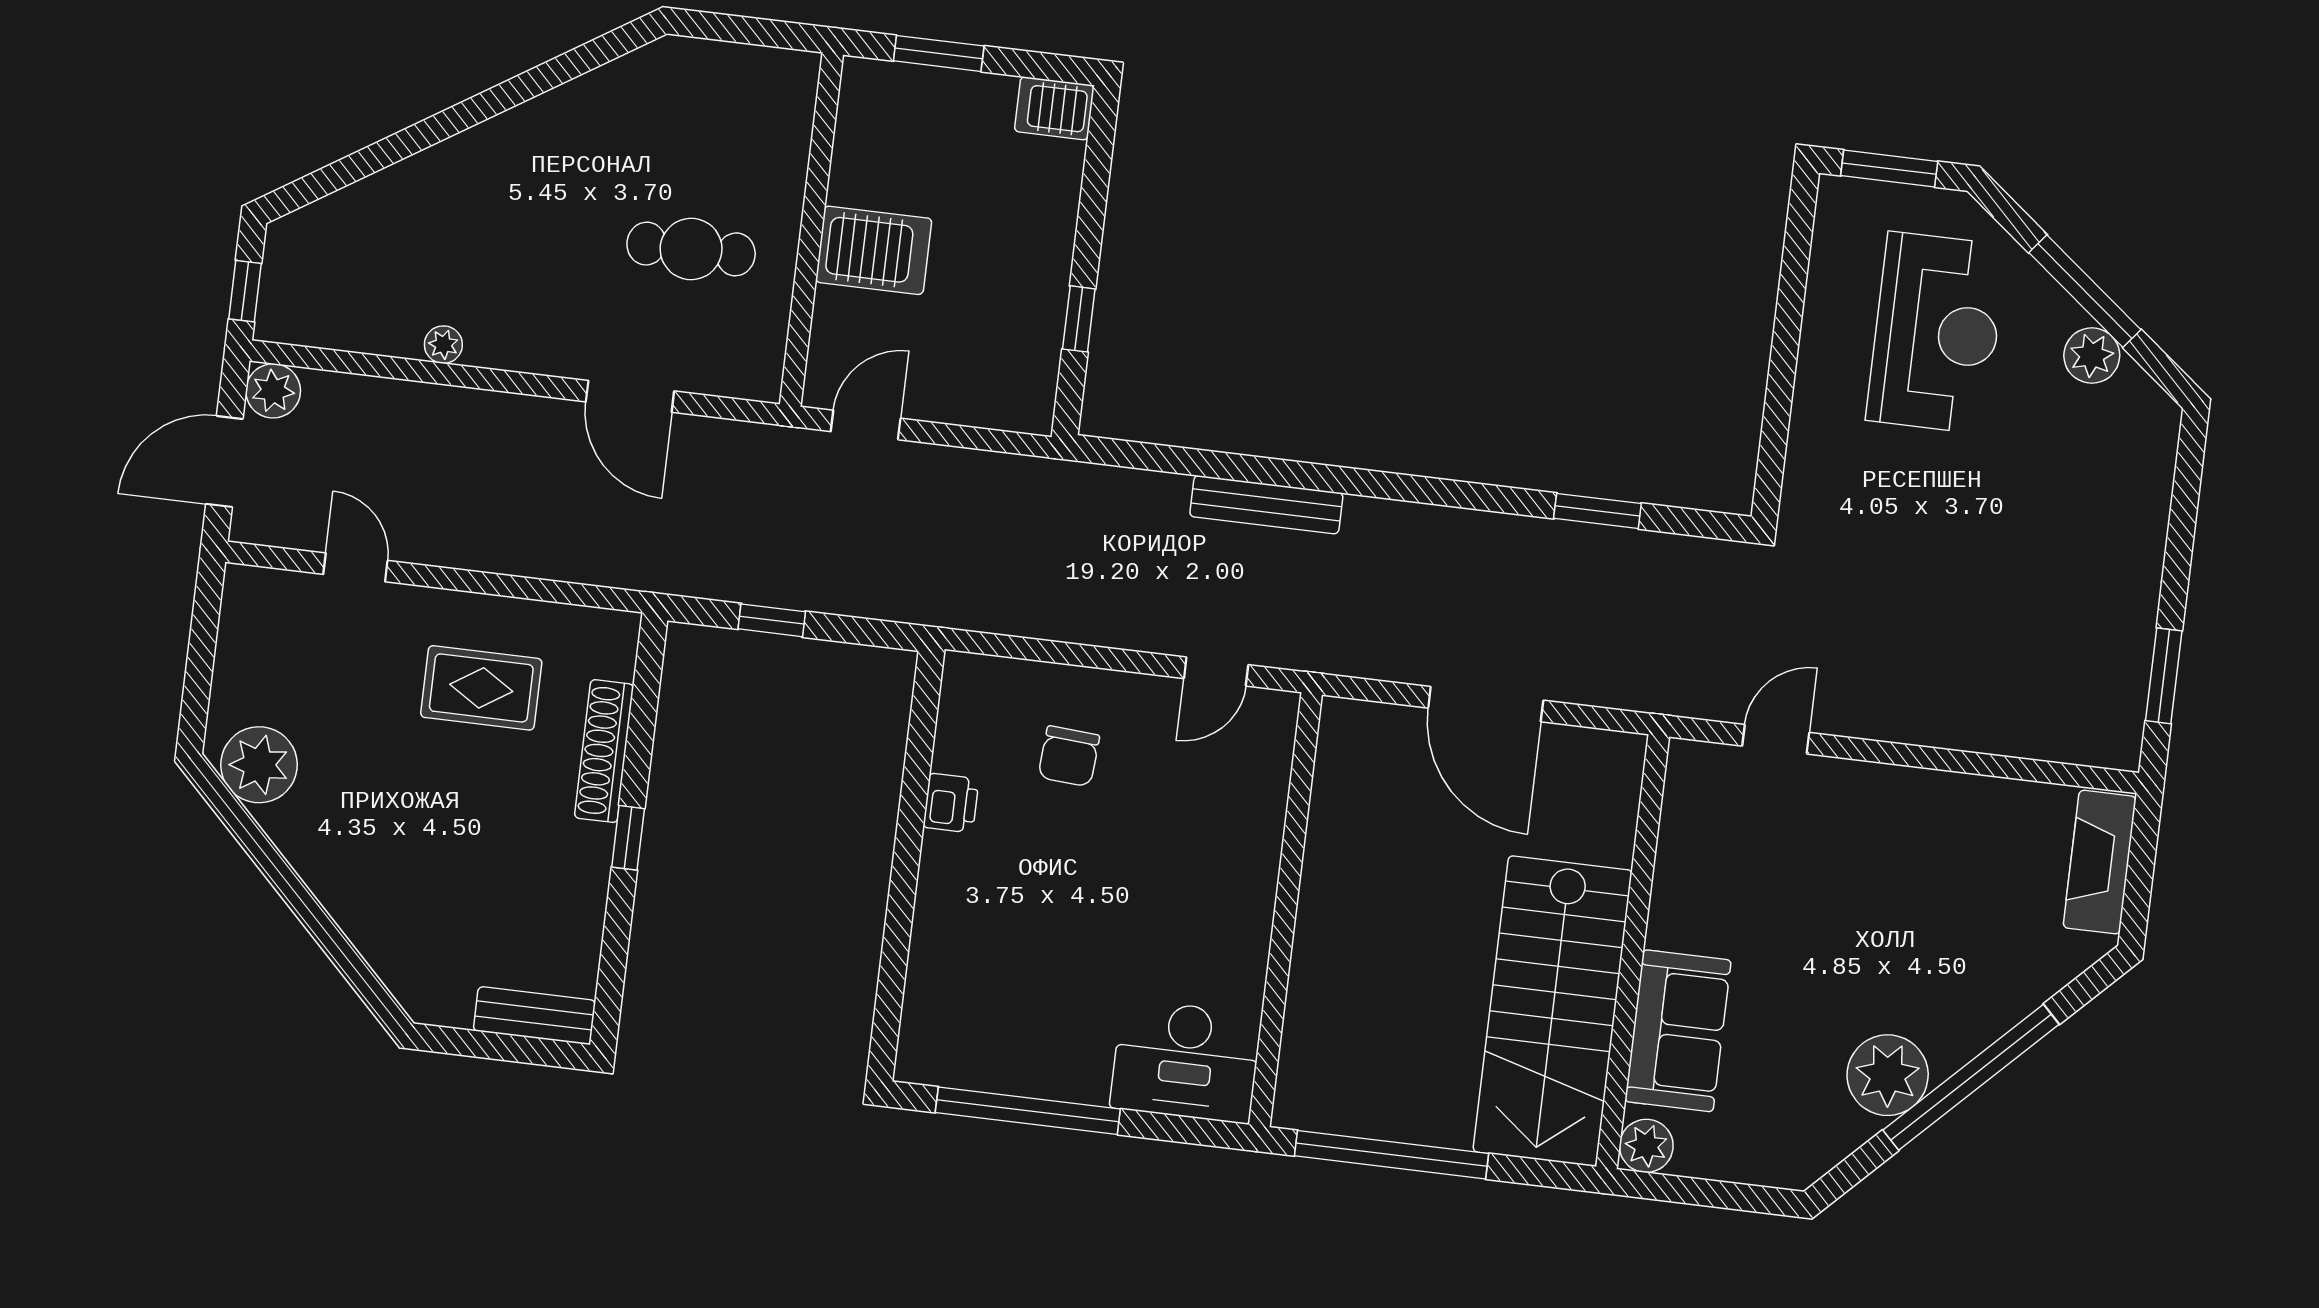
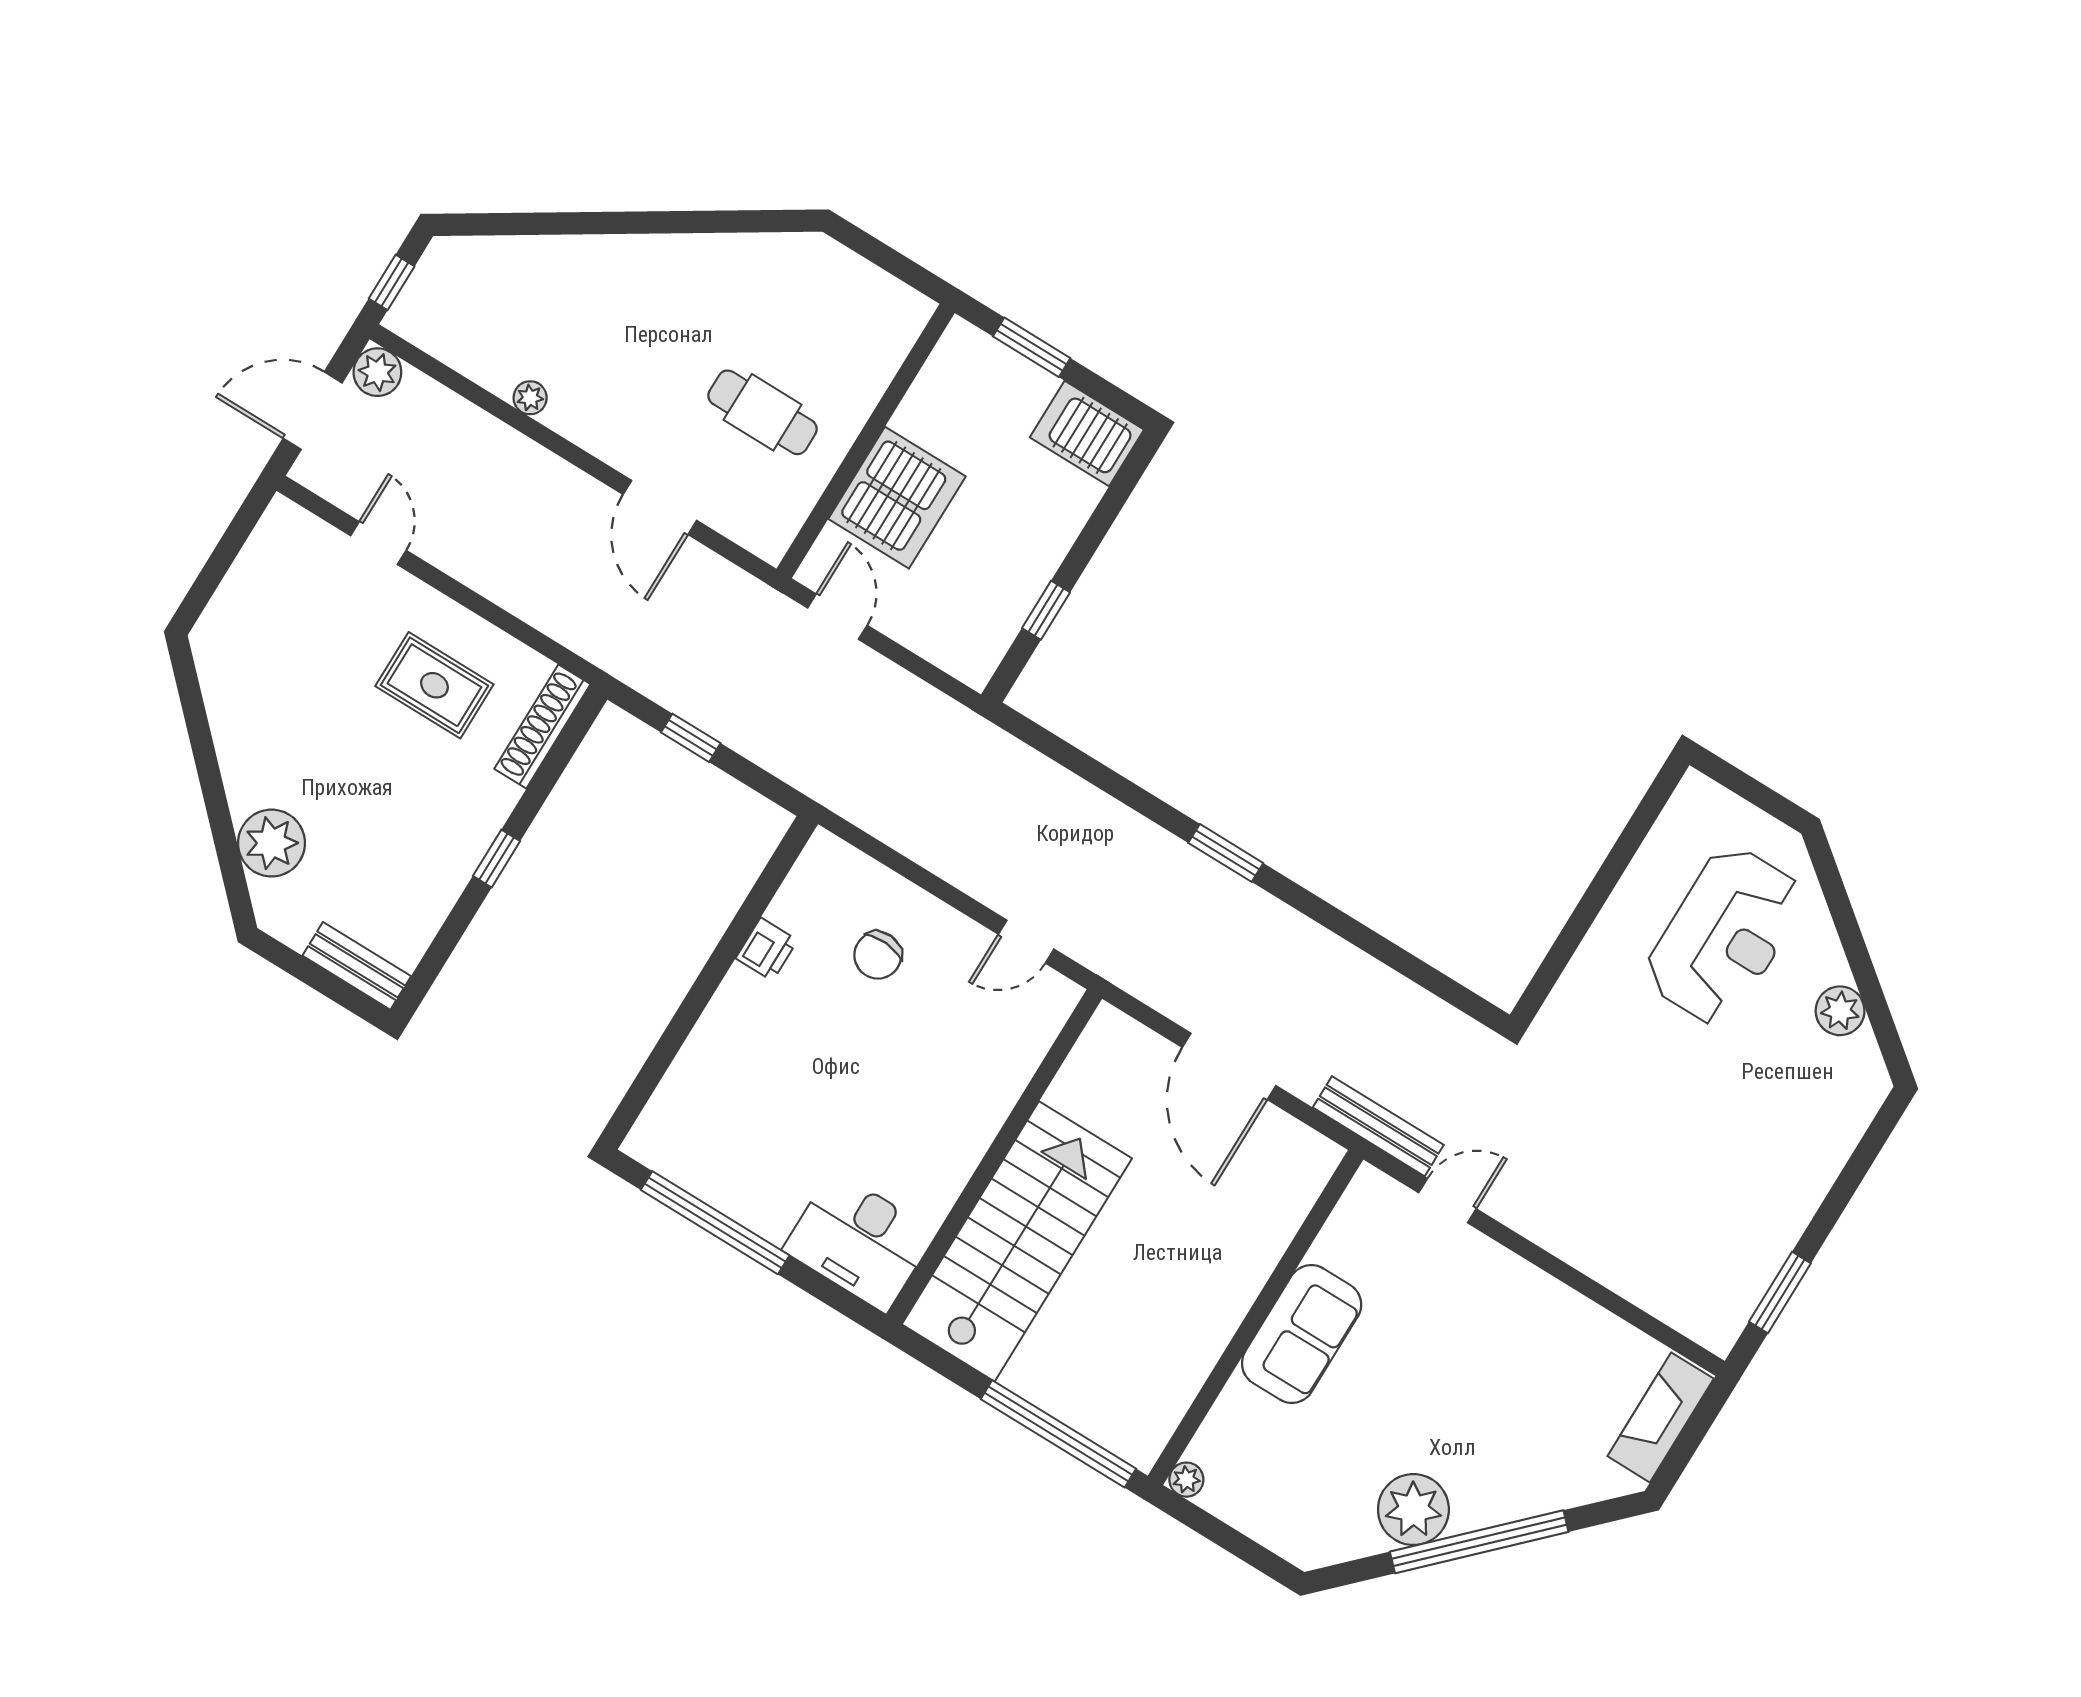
server rack: (1054, 108) -> (1087, 433), width x1.36, depth x1.44
window: (1889, 169) -> (1747, 787), removed
server rack: (874, 250) -> (897, 498), width x1.60
window: (2085, 291) -> (1858, 957), removed
door: (866, 425) -> (837, 617), hinge flipped
bench: (1266, 505) -> (1378, 1126), moved
window: (1597, 511) -> (1226, 853), moved
shoe rack: (604, 751) -> (542, 726), moved
plant: (259, 765) -> (271, 843), moved
stairs: (1553, 1011) -> (1017, 1241), moved, turned 180
sofa: (1678, 1031) -> (1302, 1334), moved
plant: (1646, 1146) -> (1186, 1480), width x0.73, depth x0.73
window: (1392, 1155) -> (1058, 1434), moved

